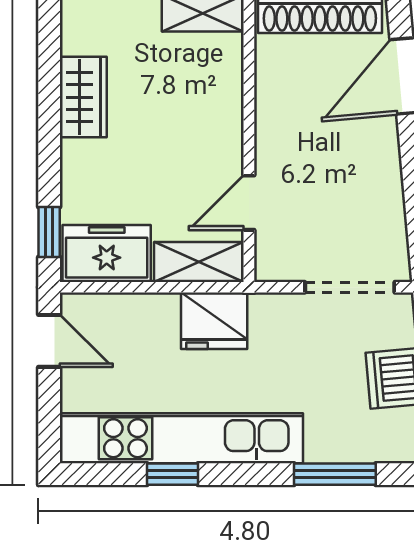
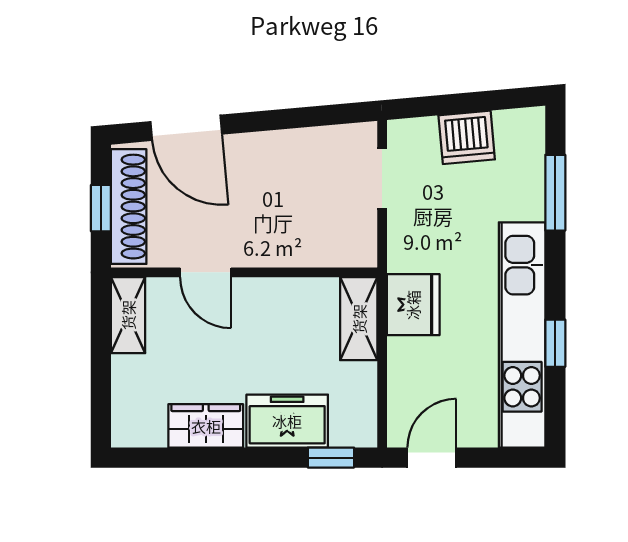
door: (249, 203) -> (206, 272), moved
freezer: (107, 254) -> (287, 421), moved, turned 90
doorway: (350, 287) -> (382, 179), width x0.73

